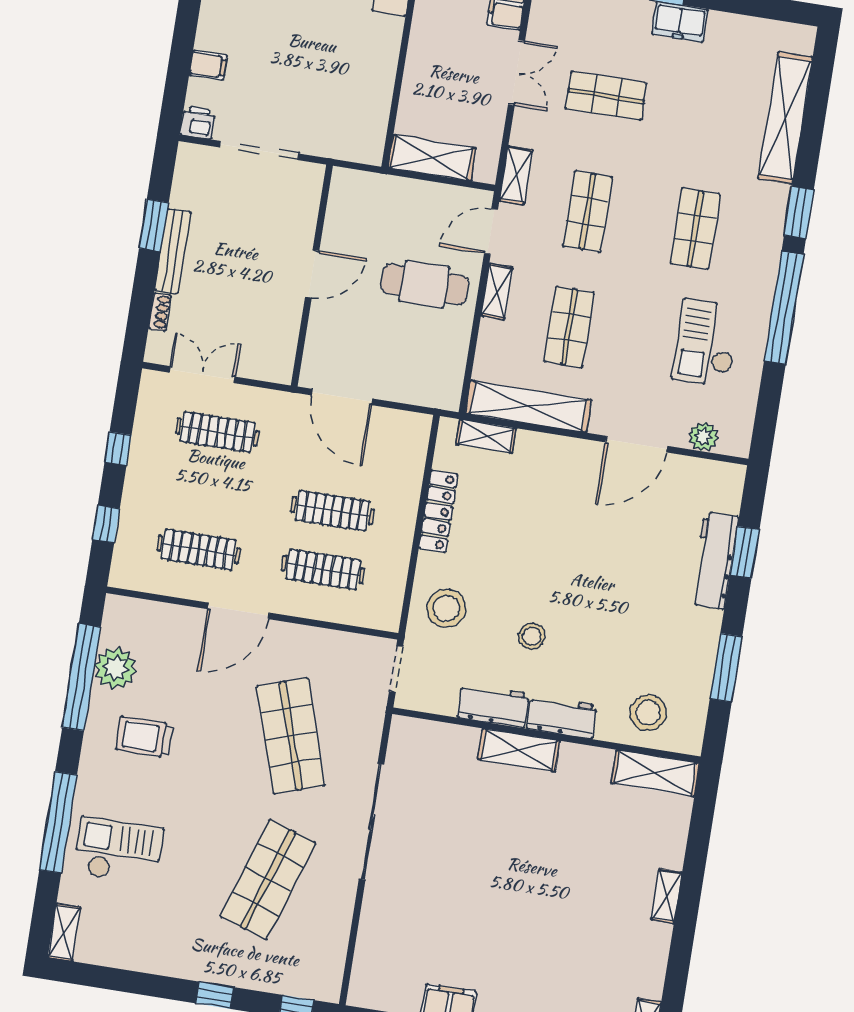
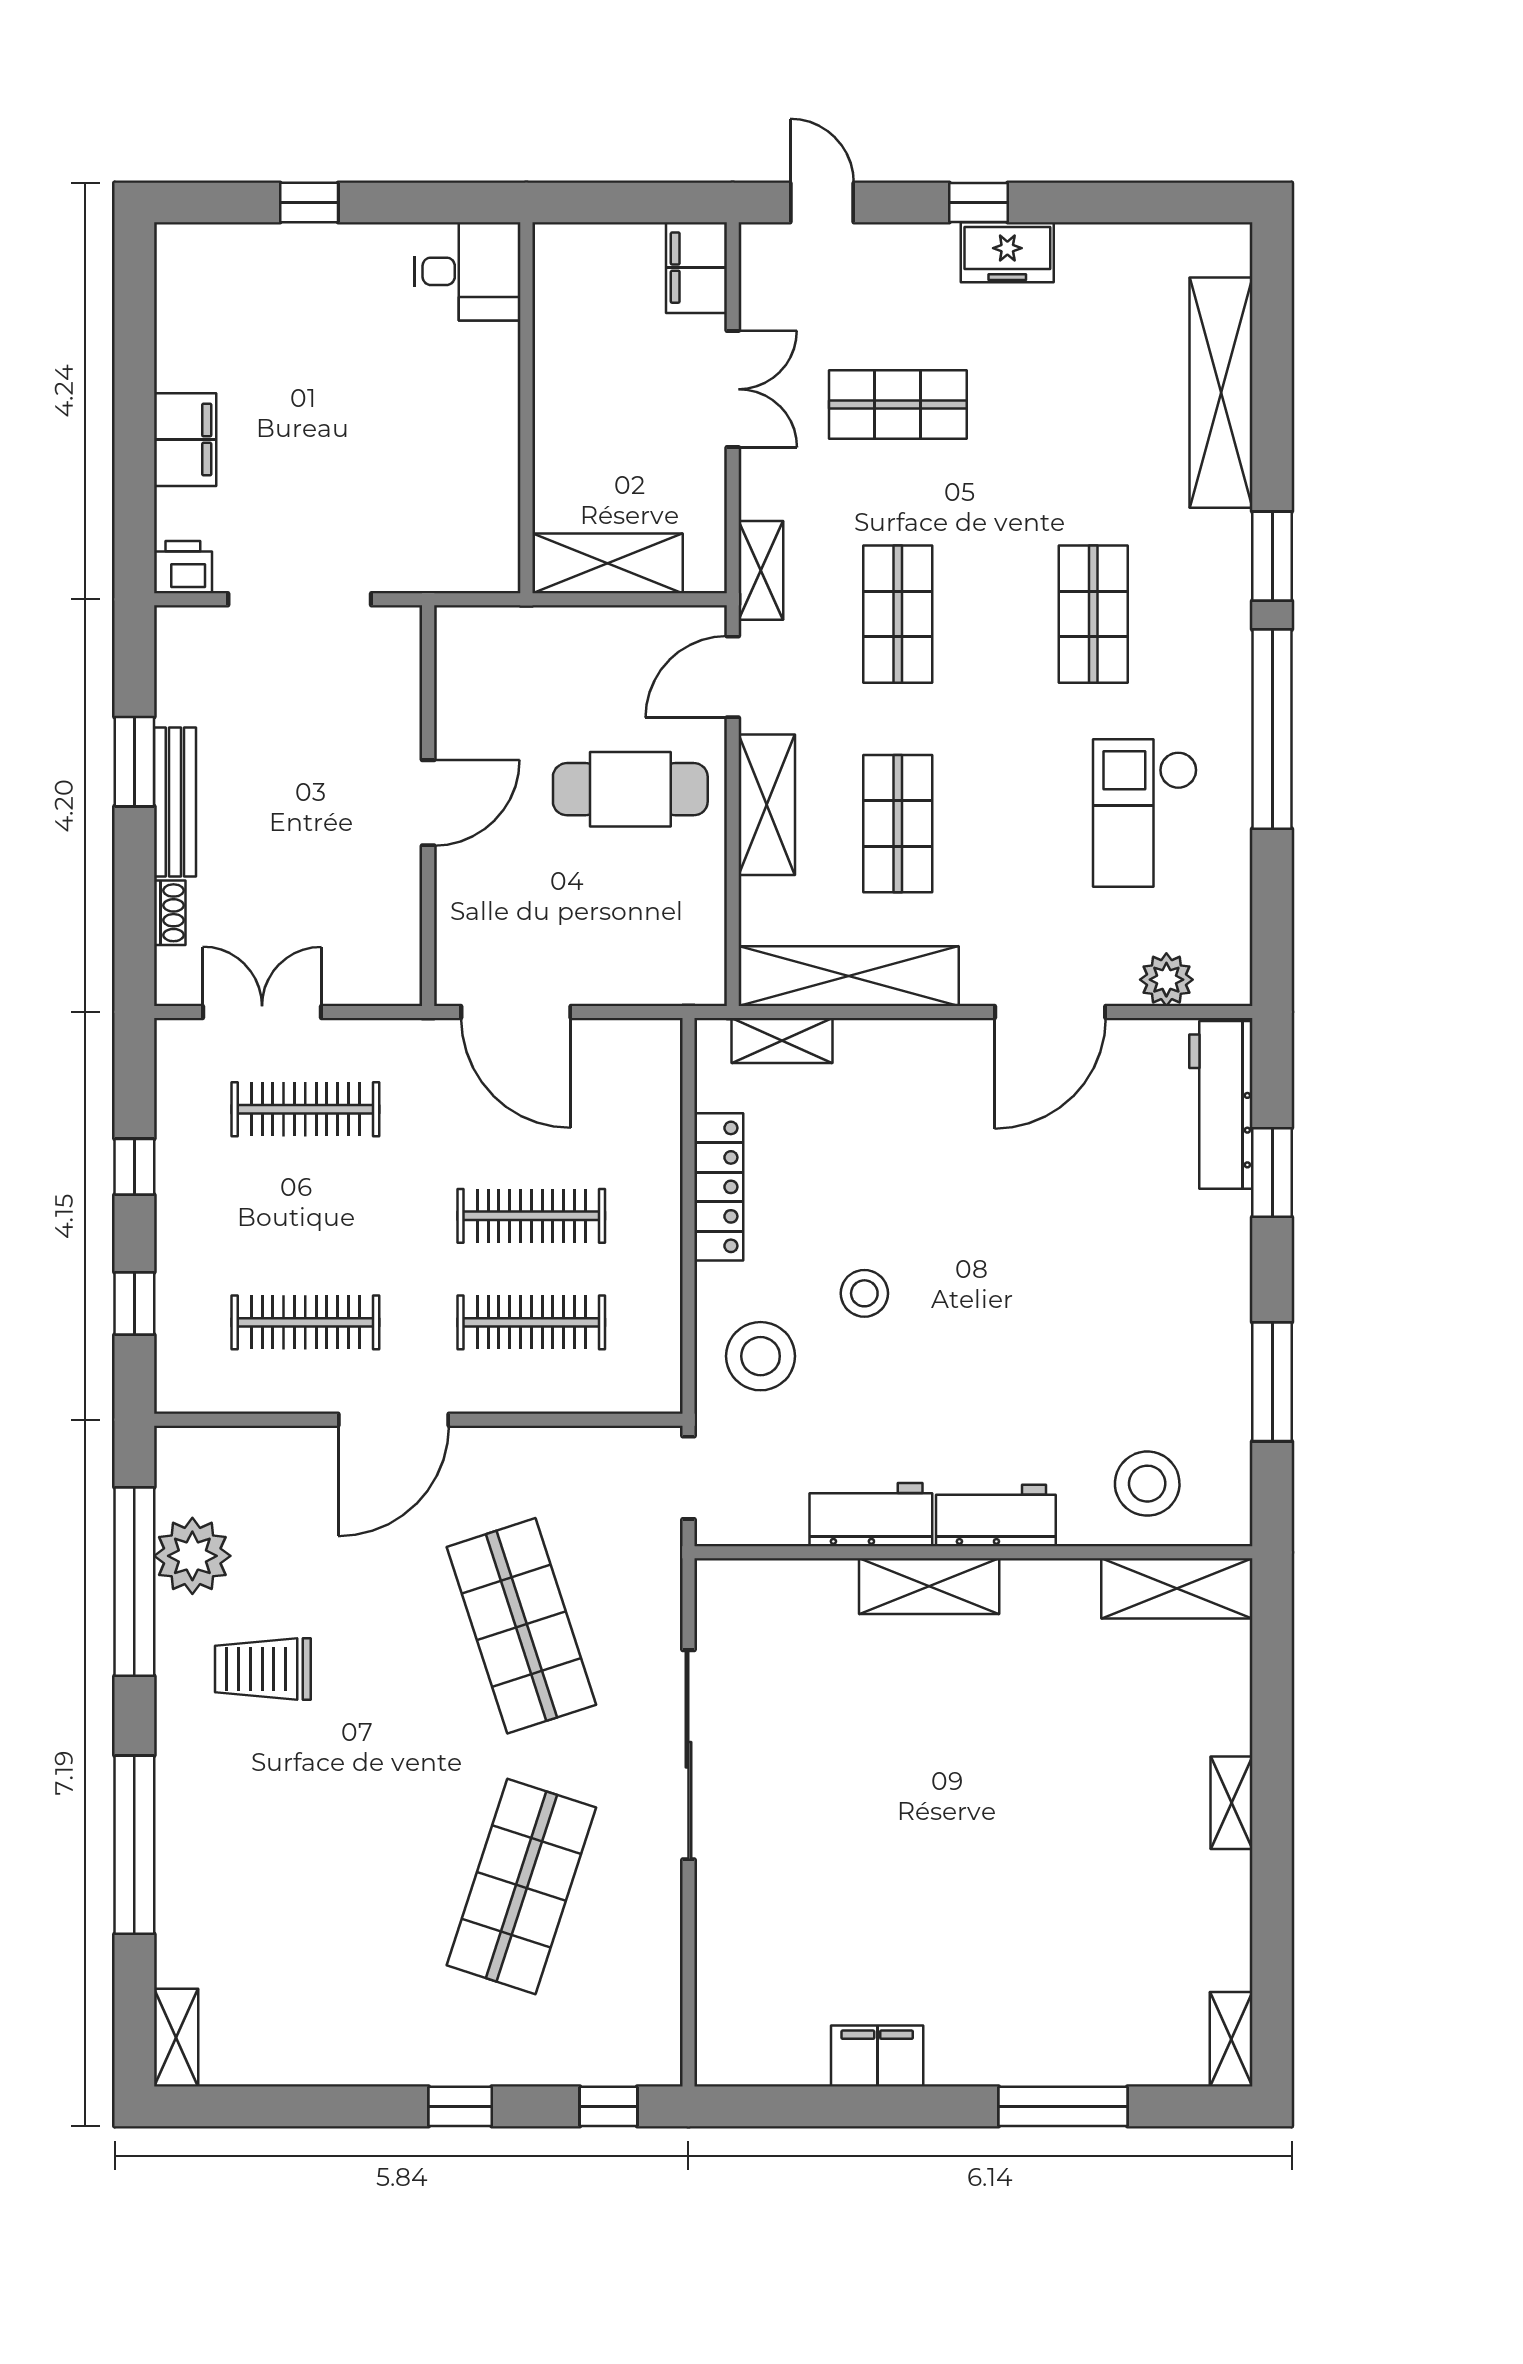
filing cabinet: (208, 65) -> (185, 440), width x2.00
shelving: (497, 291) -> (767, 805), width x1.50, depth x1.33
workbench: (714, 560) -> (1221, 1105), moved
stool: (532, 636) -> (864, 1293), moved
checkout: (118, 851) -> (249, 1878), removed

